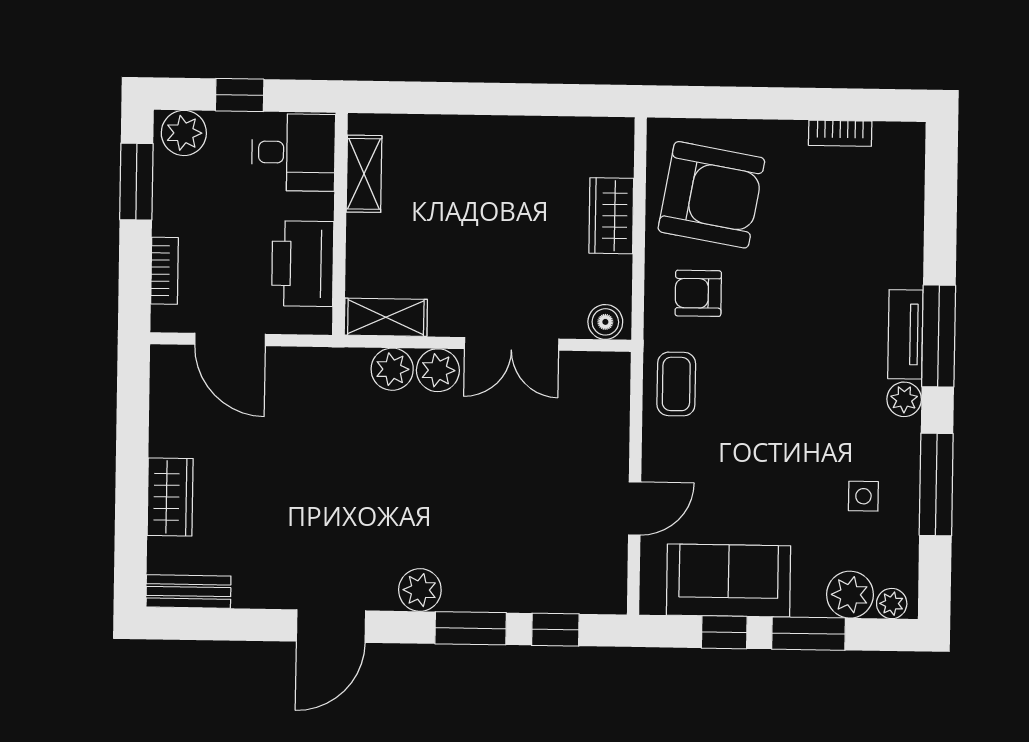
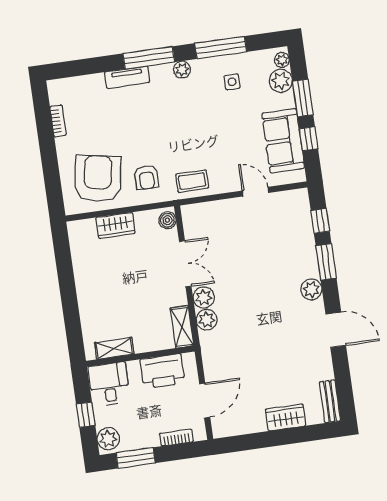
tv unit: (905, 334) -> (127, 77), moved

